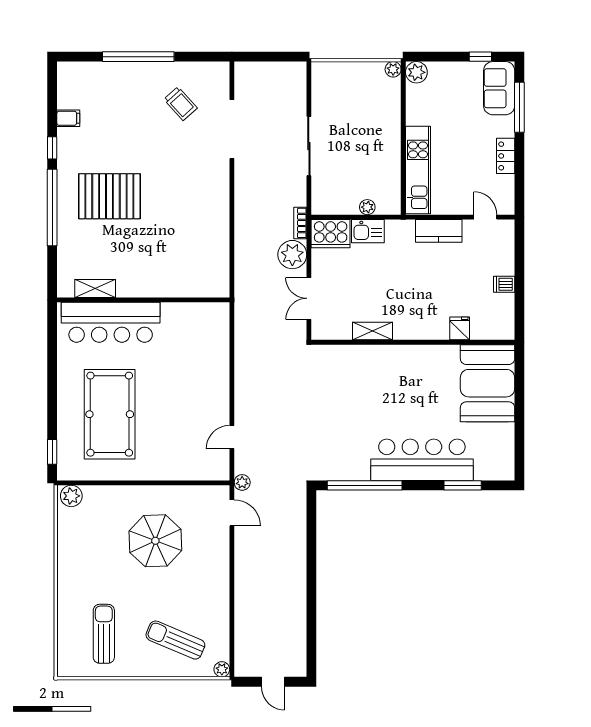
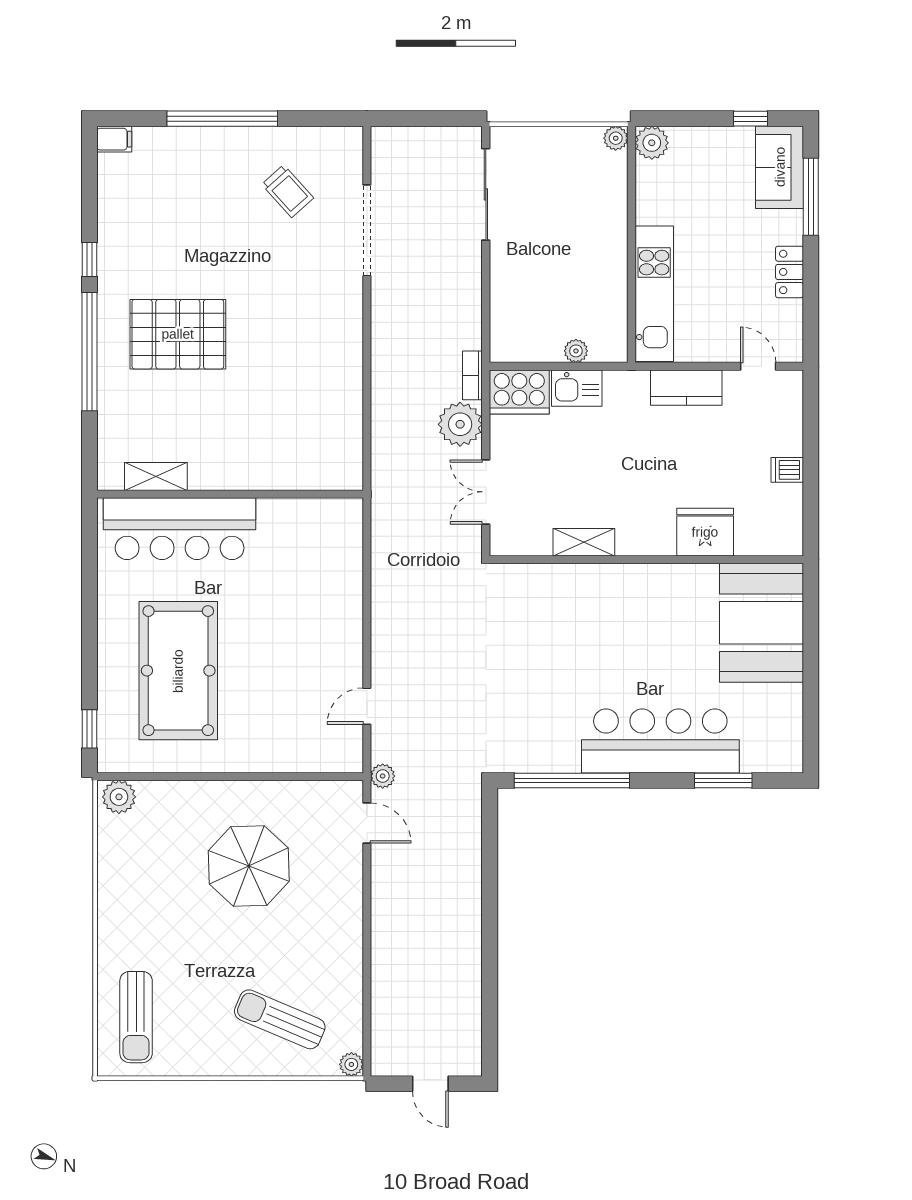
filing cabinet: (68, 118) -> (114, 139), moved
sliding door: (309, 146) -> (486, 194), moved
fridge: (460, 328) -> (705, 532), width x1.88, depth x1.34
sun lounger: (104, 634) -> (136, 1017), moved, turned 180

